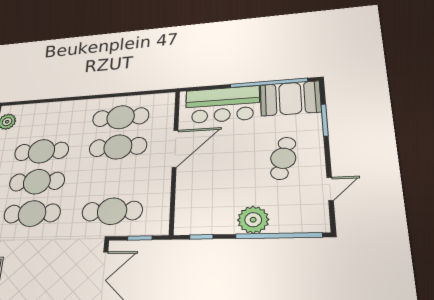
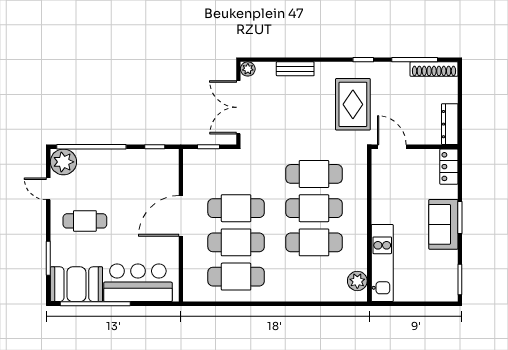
door: (175, 149) -> (181, 216), moved
cafe table: (283, 158) -> (85, 221), turned 76
door: (330, 189) -> (48, 189), hinge flipped
cafe table: (112, 211) -> (236, 208), moved
plant: (253, 220) -> (63, 162), moved

